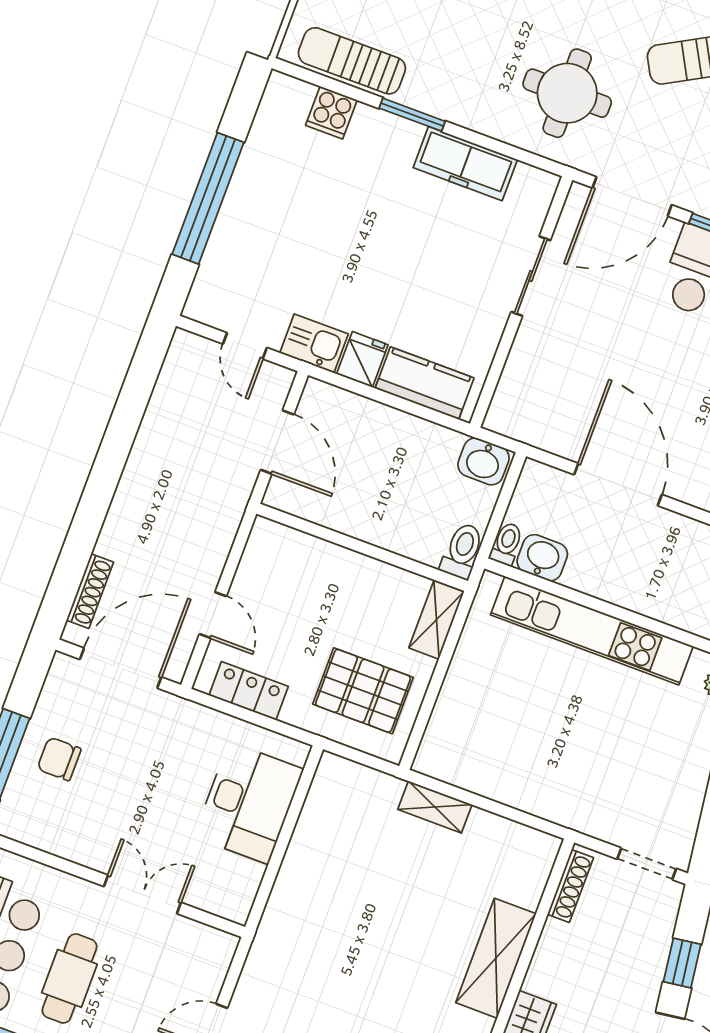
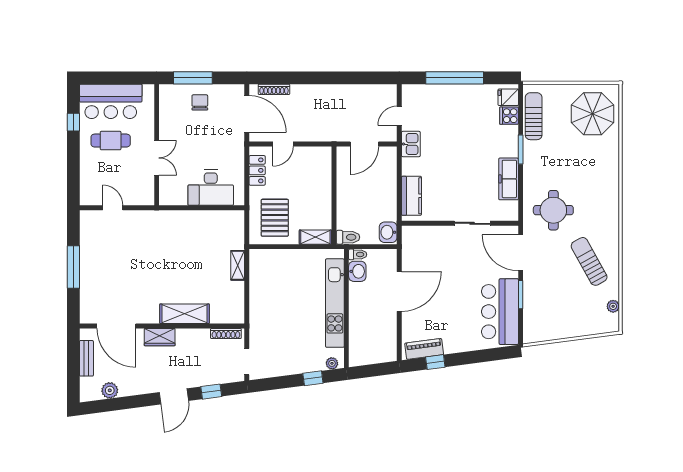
fridge: (362, 359) -> (508, 97), moved, turned 180

